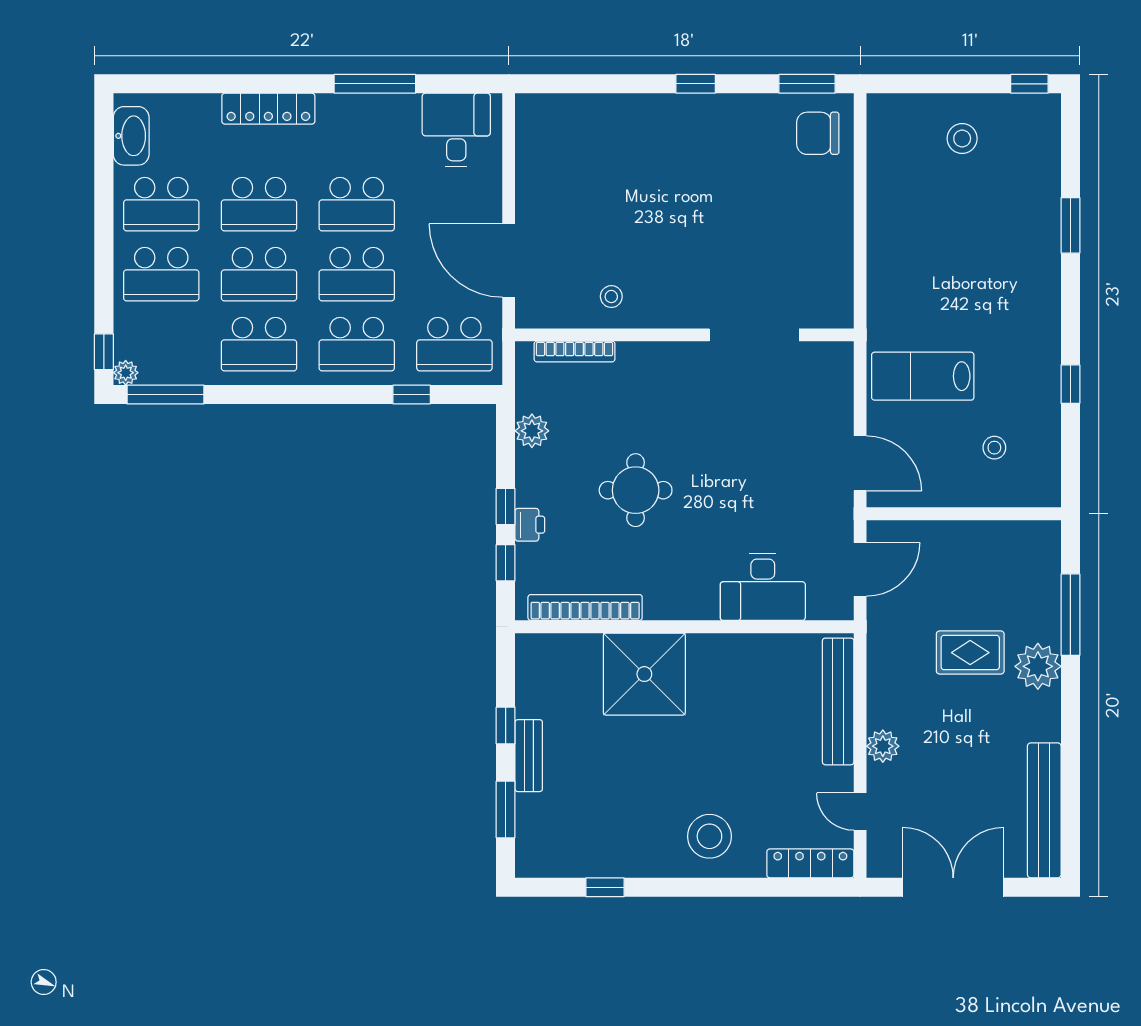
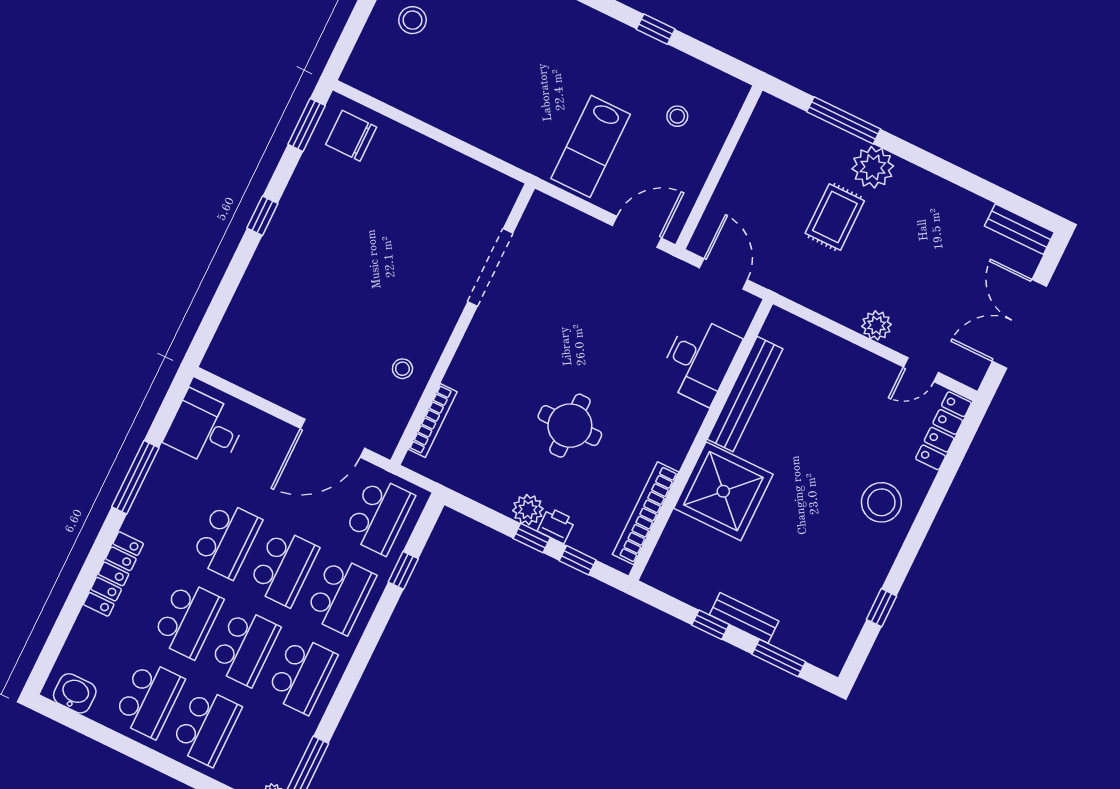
chair: (818, 133) -> (351, 136), turned 90
washbasin: (131, 136) -> (75, 693), width x0.72
plant: (532, 431) -> (528, 510), moved
bench: (838, 701) -> (745, 394), moved, turned 90
bench: (1044, 810) -> (1019, 229), width x0.54, depth x0.82

